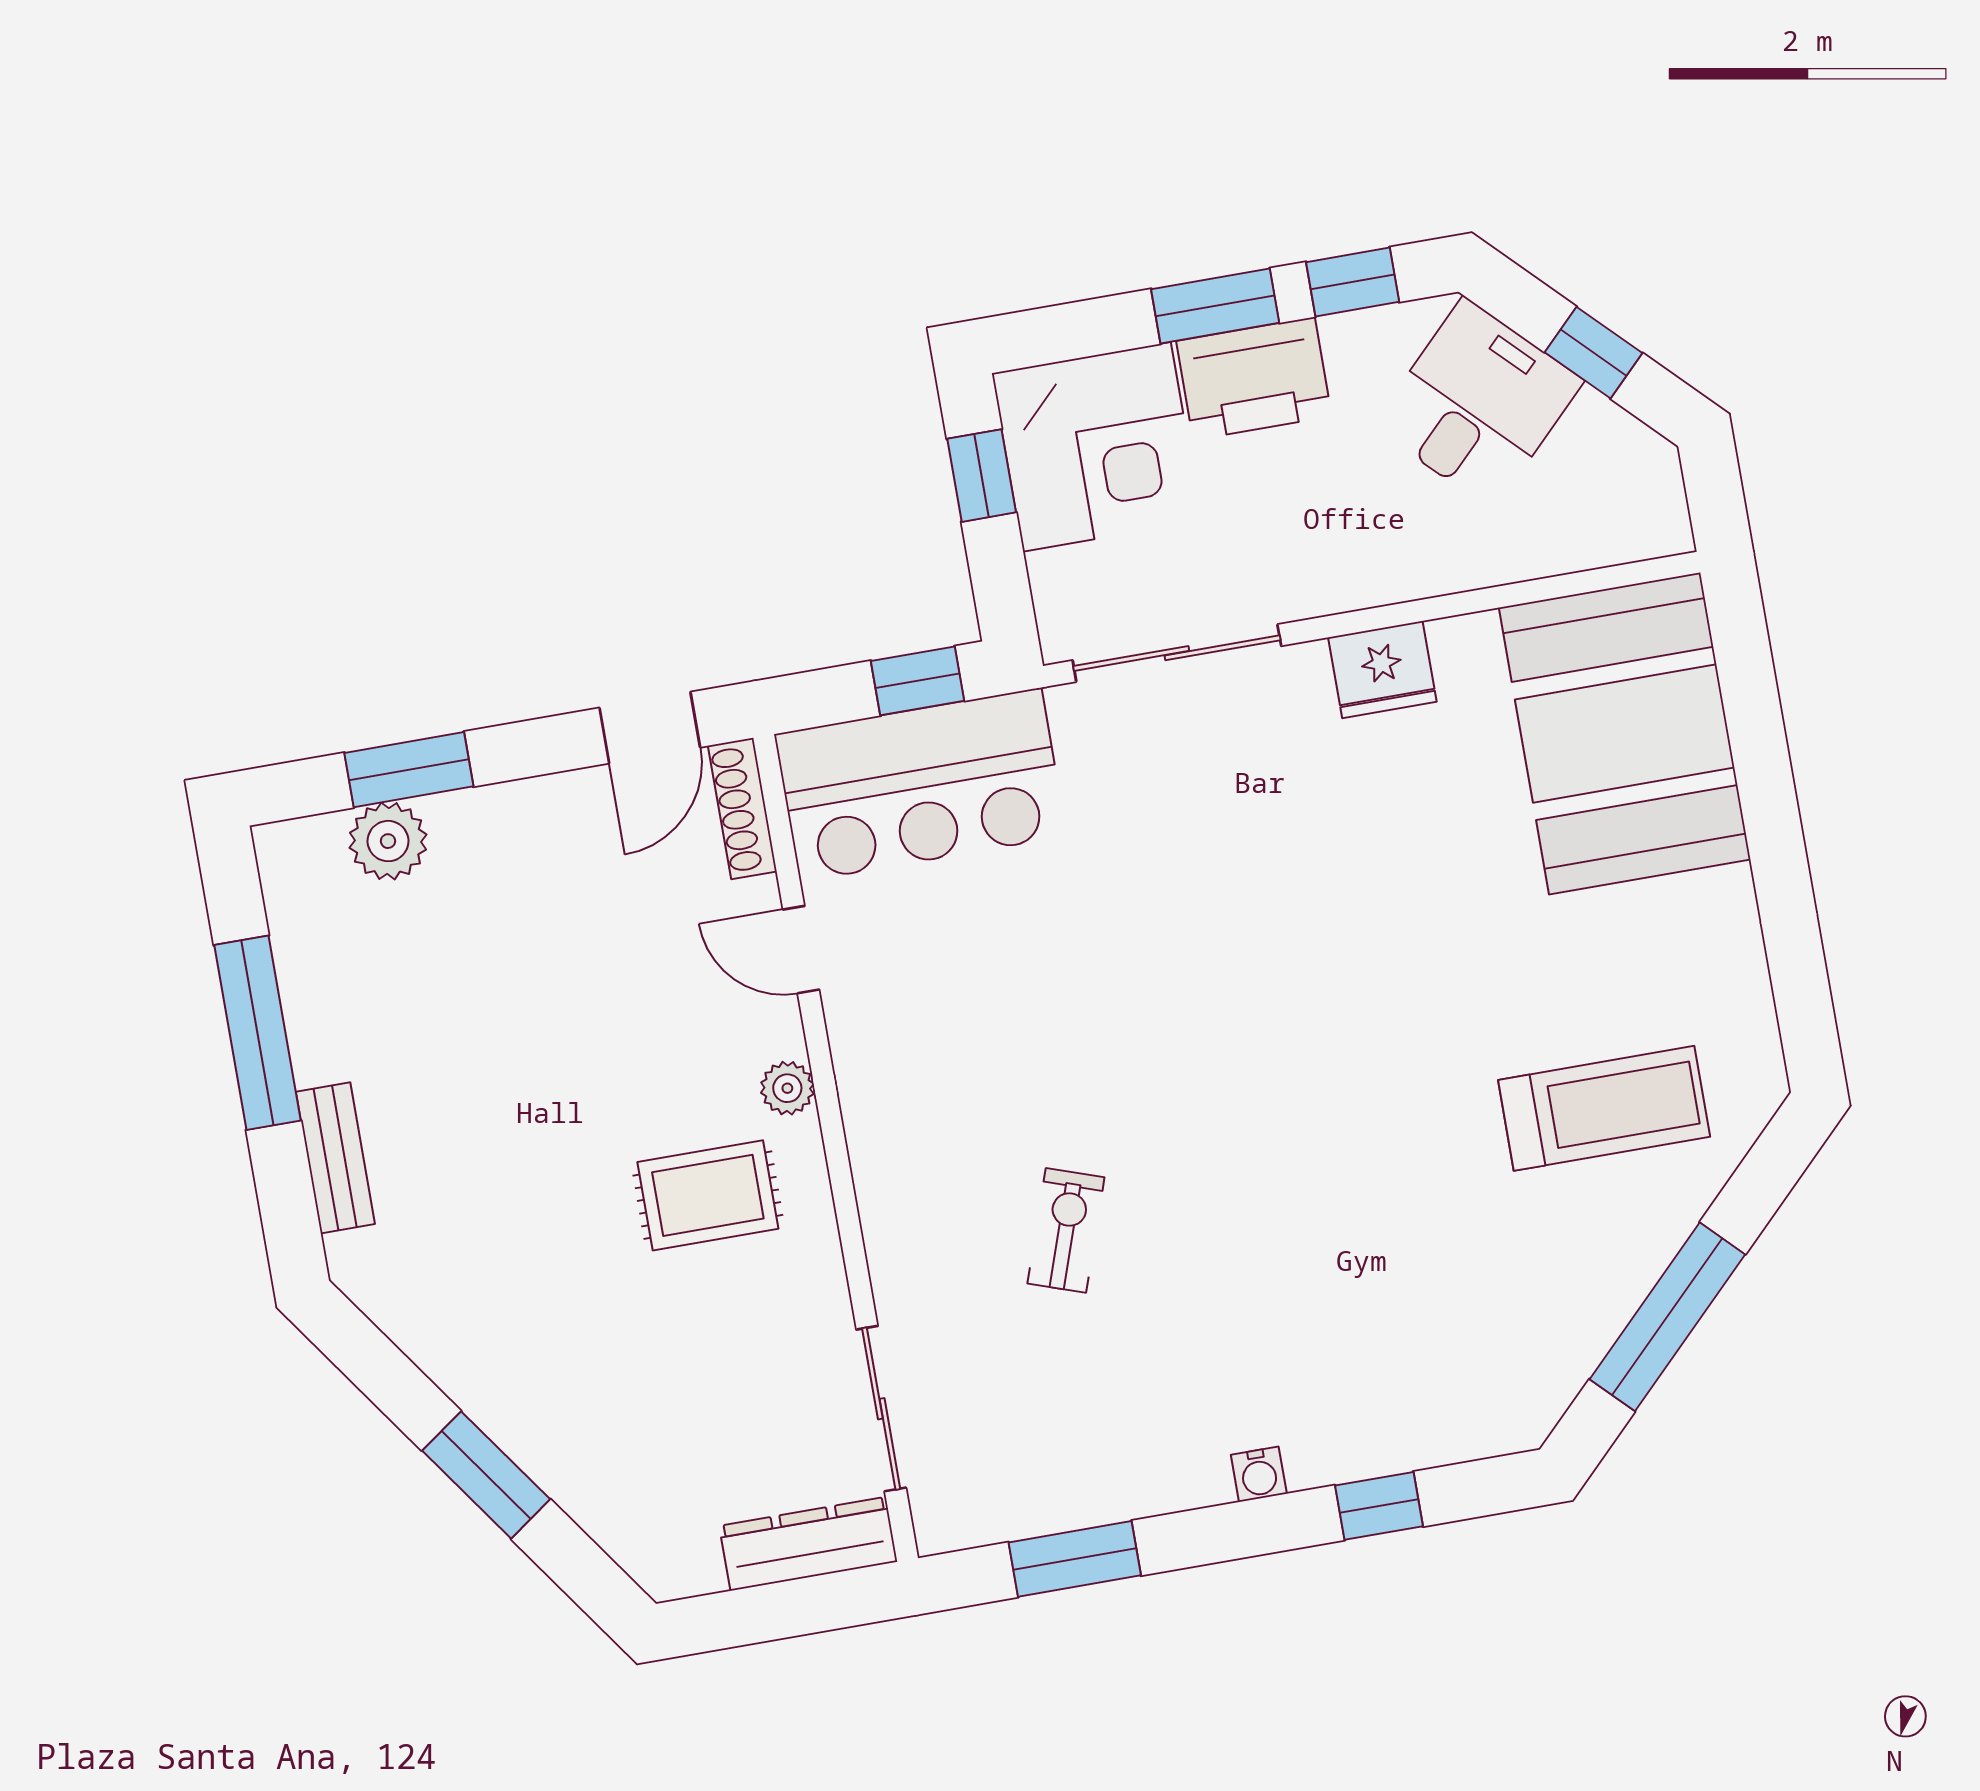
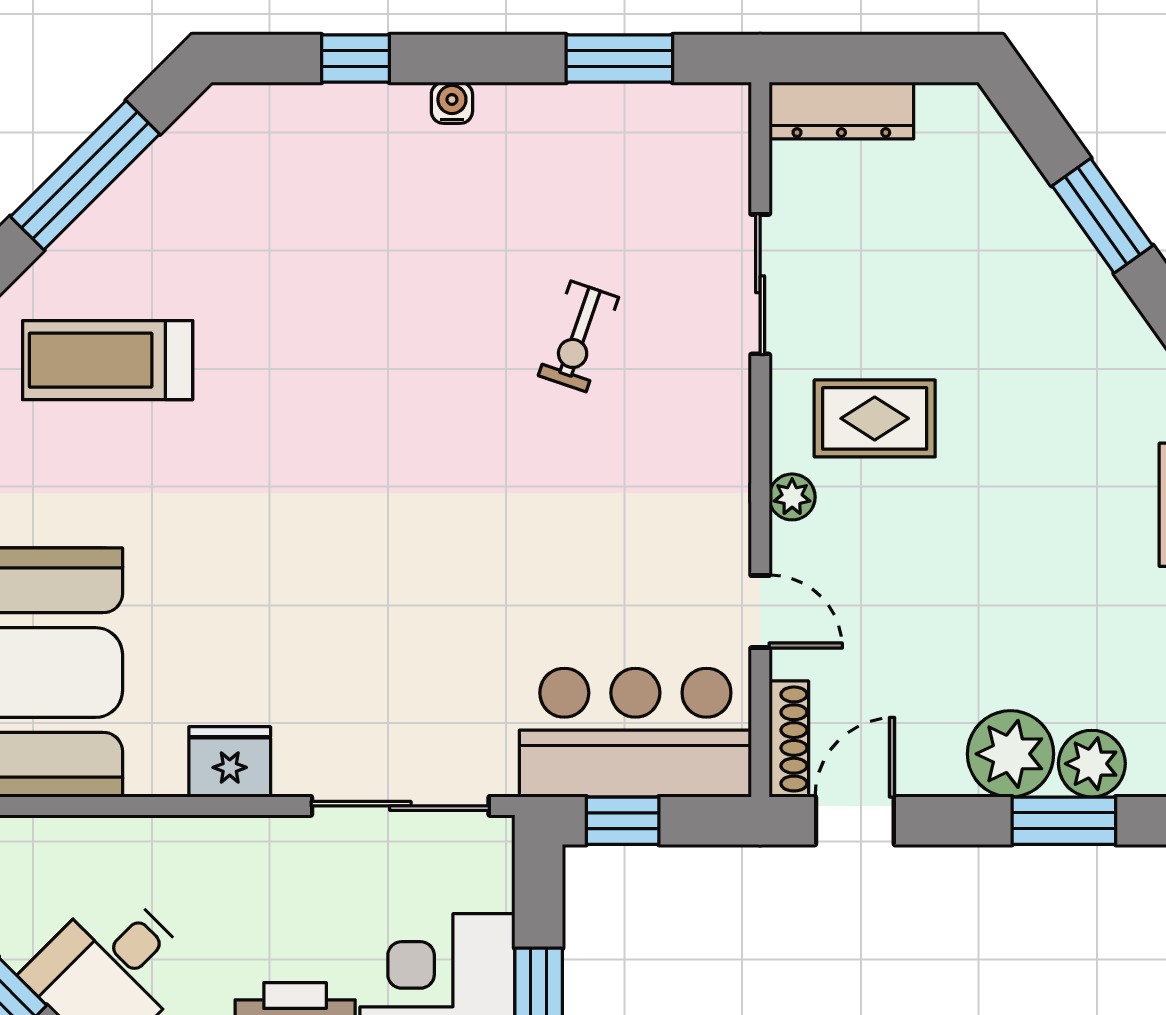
plant: (484, 836) -> (1011, 754), added
sliding door: (881, 1409) -> (760, 284), moved

